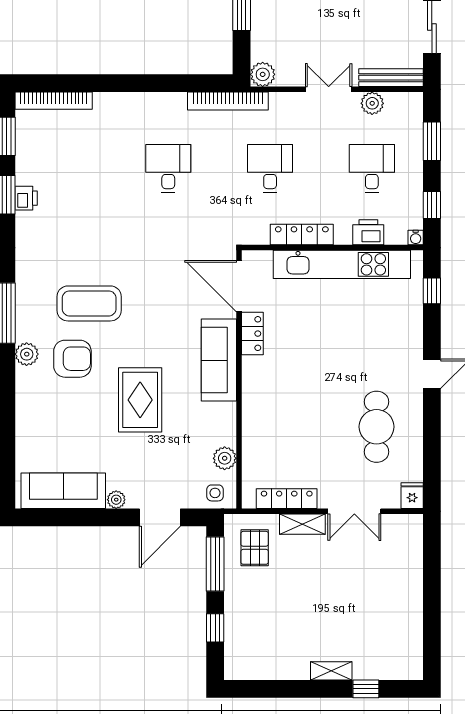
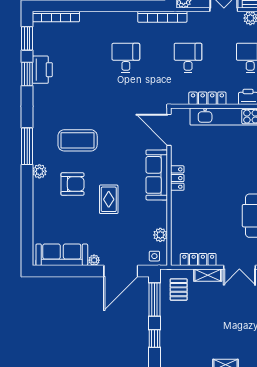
printer: (26, 198) -> (42, 70), width x1.87, depth x1.48
locker: (252, 334) -> (177, 178), moved
armchair: (72, 359) -> (72, 184), moved
rug: (140, 400) -> (109, 199), width x0.73, depth x0.70
door: (160, 517) -> (121, 271), width x1.36

